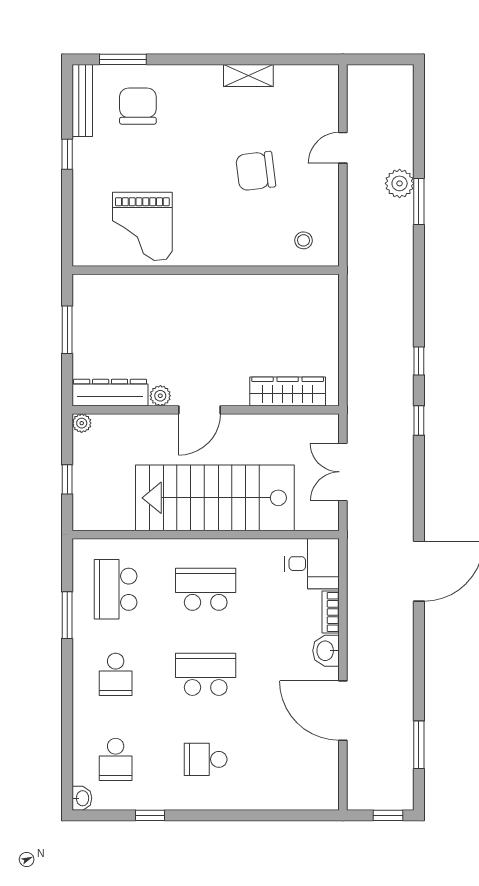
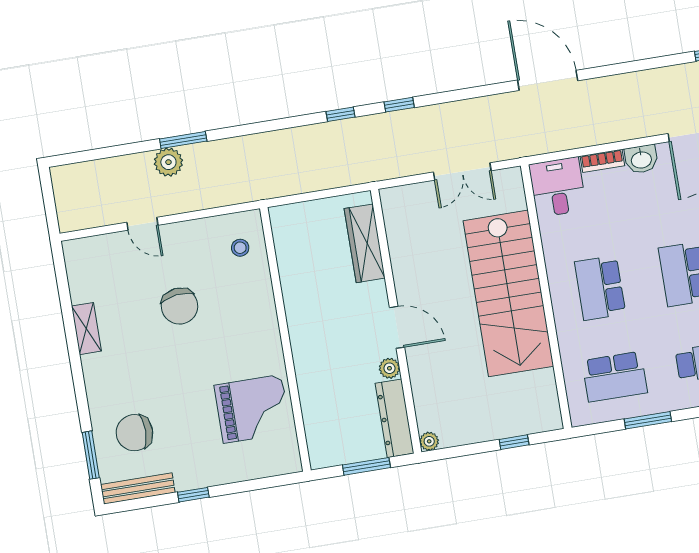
wardrobe: (288, 392) -> (365, 243), moved
dresser: (110, 393) -> (394, 418), moved
plant: (160, 396) -> (389, 368), moved
door: (199, 410) -> (397, 327), moved
wall: (206, 410) -> (396, 321), moved
plant: (82, 423) -> (429, 441), moved

